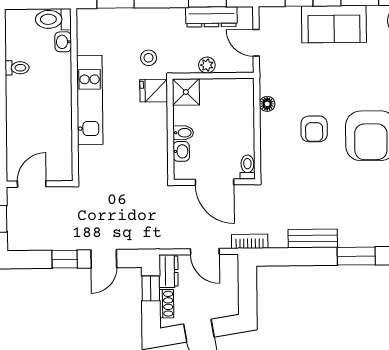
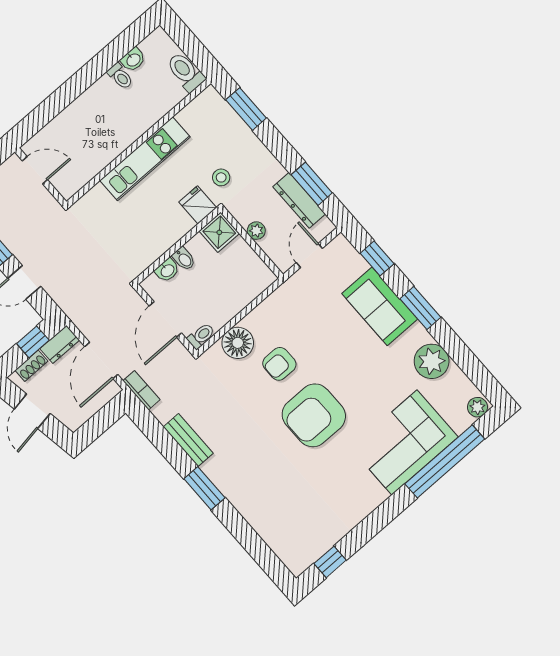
washbasin: (63, 42) -> (133, 60), moved, turned 180
floor lamp: (267, 104) -> (238, 343), moved, width x1.89, depth x1.89
door: (205, 252) -> (101, 360), width x1.38

